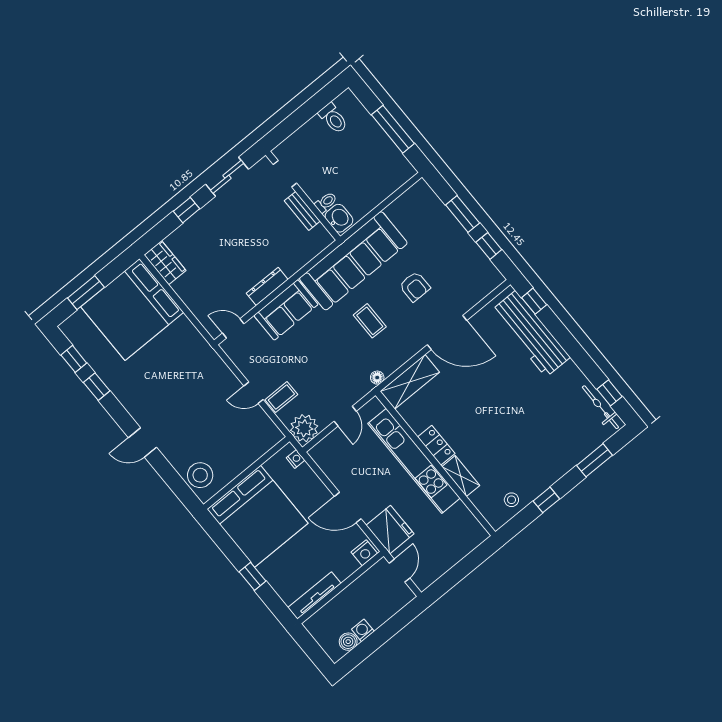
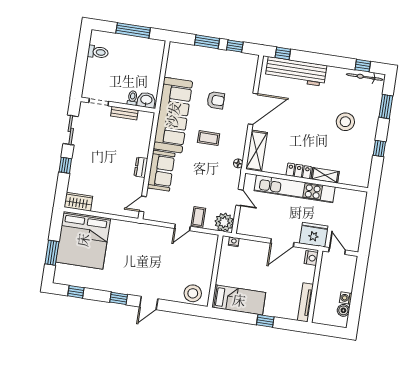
dresser: (267, 286) -> (141, 167), width x0.70
window: (97, 387) -> (119, 298), moved
stool: (511, 500) -> (345, 122), moved, width x1.89, depth x1.89
bed: (258, 516) -> (239, 300), width x0.49

